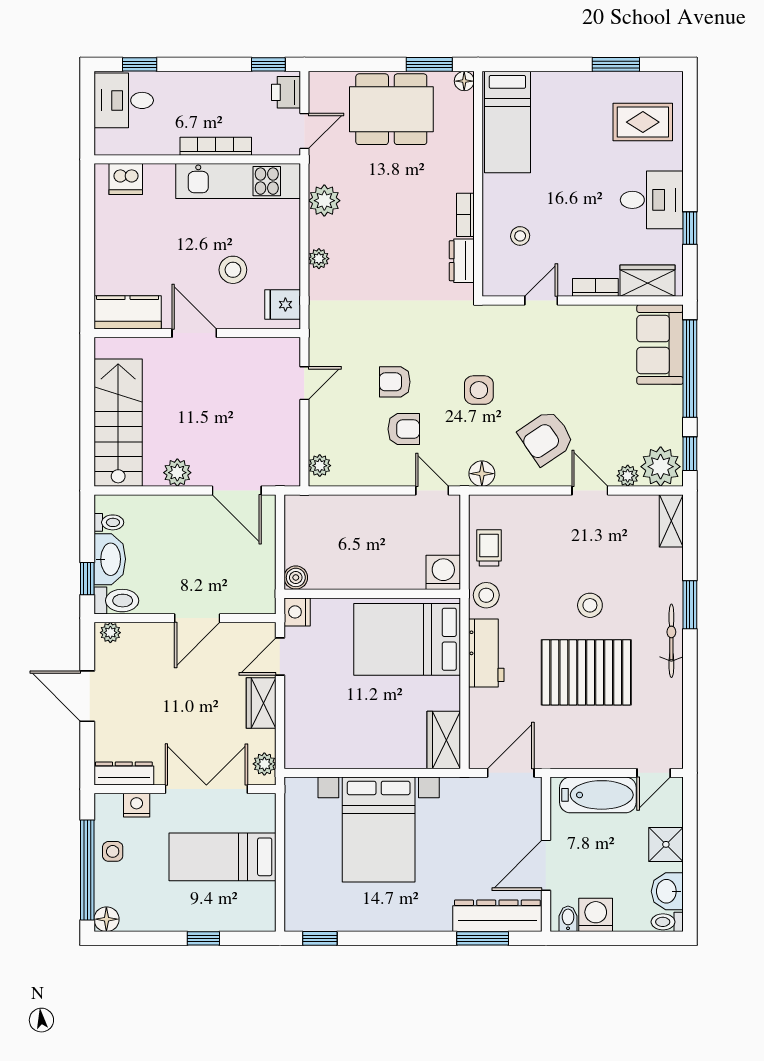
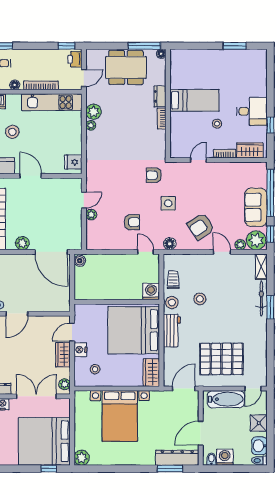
window: (429, 64) -> (144, 46), width x1.44
bed: (507, 122) -> (194, 100), moved, turned -90
rug: (643, 122) -> (248, 74), removed
floor lamp: (161, 145) -> (15, 85), added
stool: (520, 236) -> (217, 124), moved
plant: (319, 259) -> (91, 125), moved
dresser: (462, 261) -> (160, 96), moved
stool: (233, 270) -> (12, 132), moved
sofa: (660, 345) -> (256, 207), moved
armchair: (395, 382) -> (154, 175), moved
plant: (320, 466) -> (91, 215), moved
door: (237, 491) -> (51, 252), width x1.36
boiler: (296, 577) -> (80, 261), moved
stool: (590, 605) -> (200, 299), moved
nightstand: (297, 612) -> (80, 350), moved
door: (197, 618) -> (17, 314), moved
bed: (407, 639) -> (134, 330), width x1.36
bicycle: (671, 641) -> (261, 298), moved
pallet: (586, 672) -> (221, 359), moved
stool: (328, 733) -> (95, 369), added
bed: (222, 857) -> (44, 441), width x2.04
plant: (300, 916) -> (82, 458), added
window: (203, 938) -> (49, 469), moved
window: (320, 938) -> (91, 469), removed

